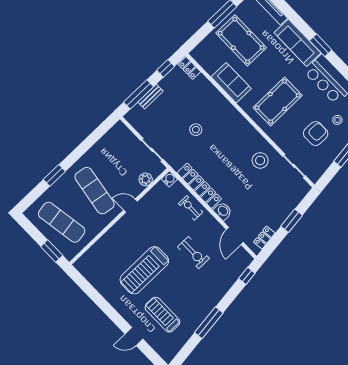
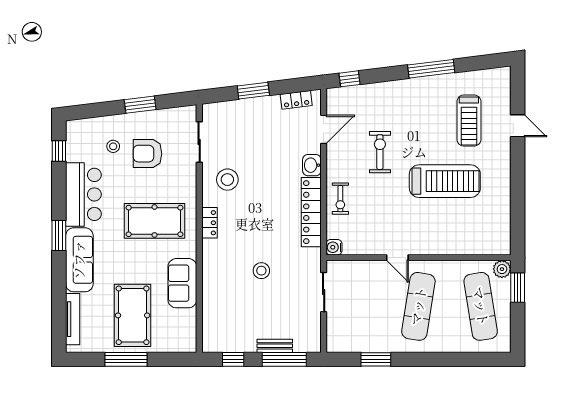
locker: (189, 68) -> (209, 223), moved
window: (54, 175) -> (376, 359), moved
plant: (146, 179) -> (502, 269), moved

